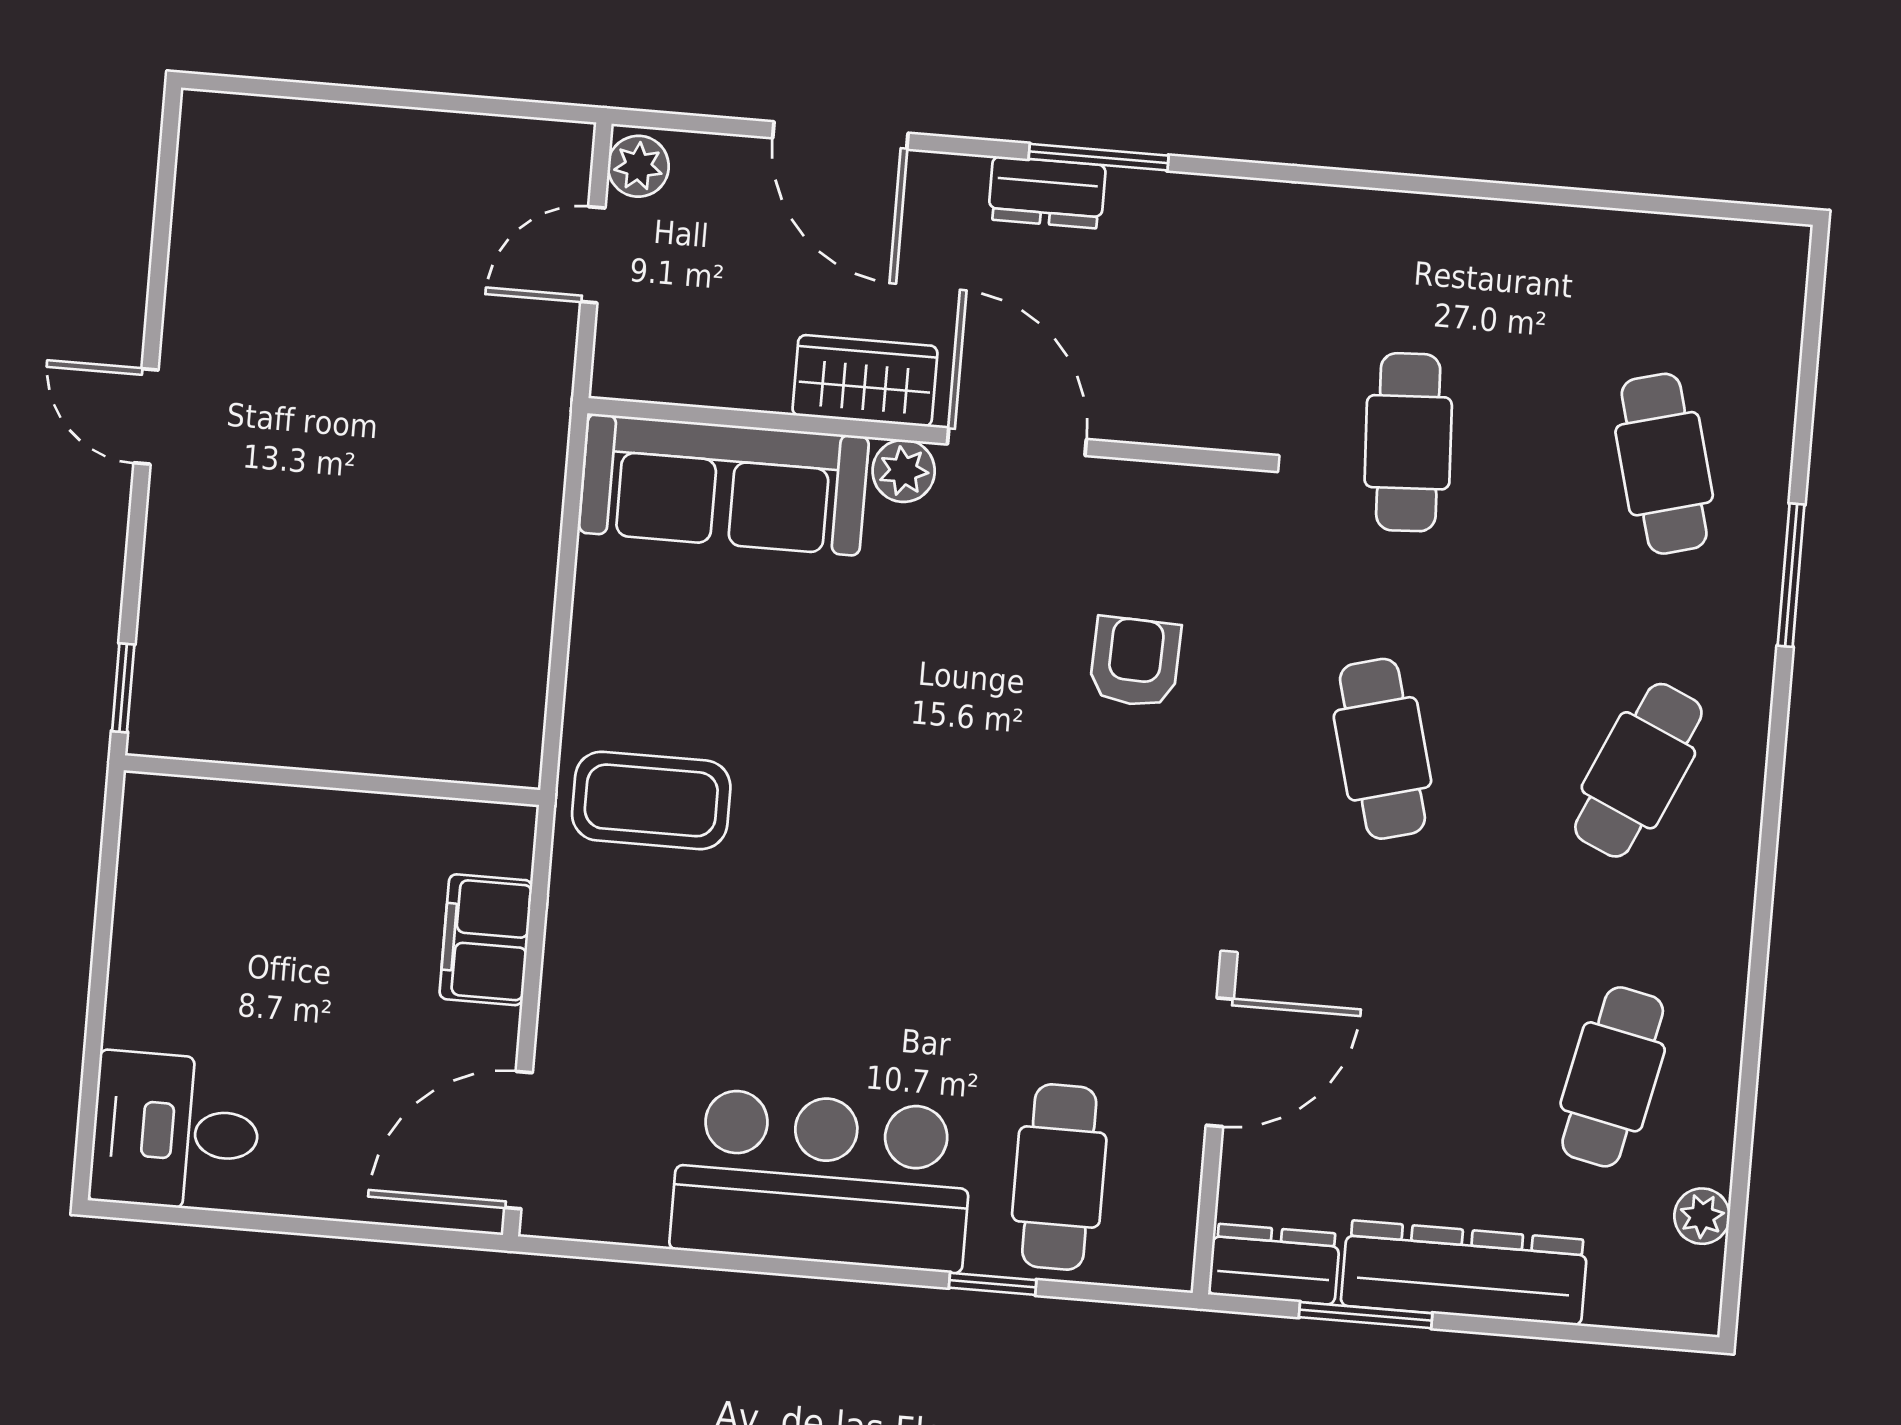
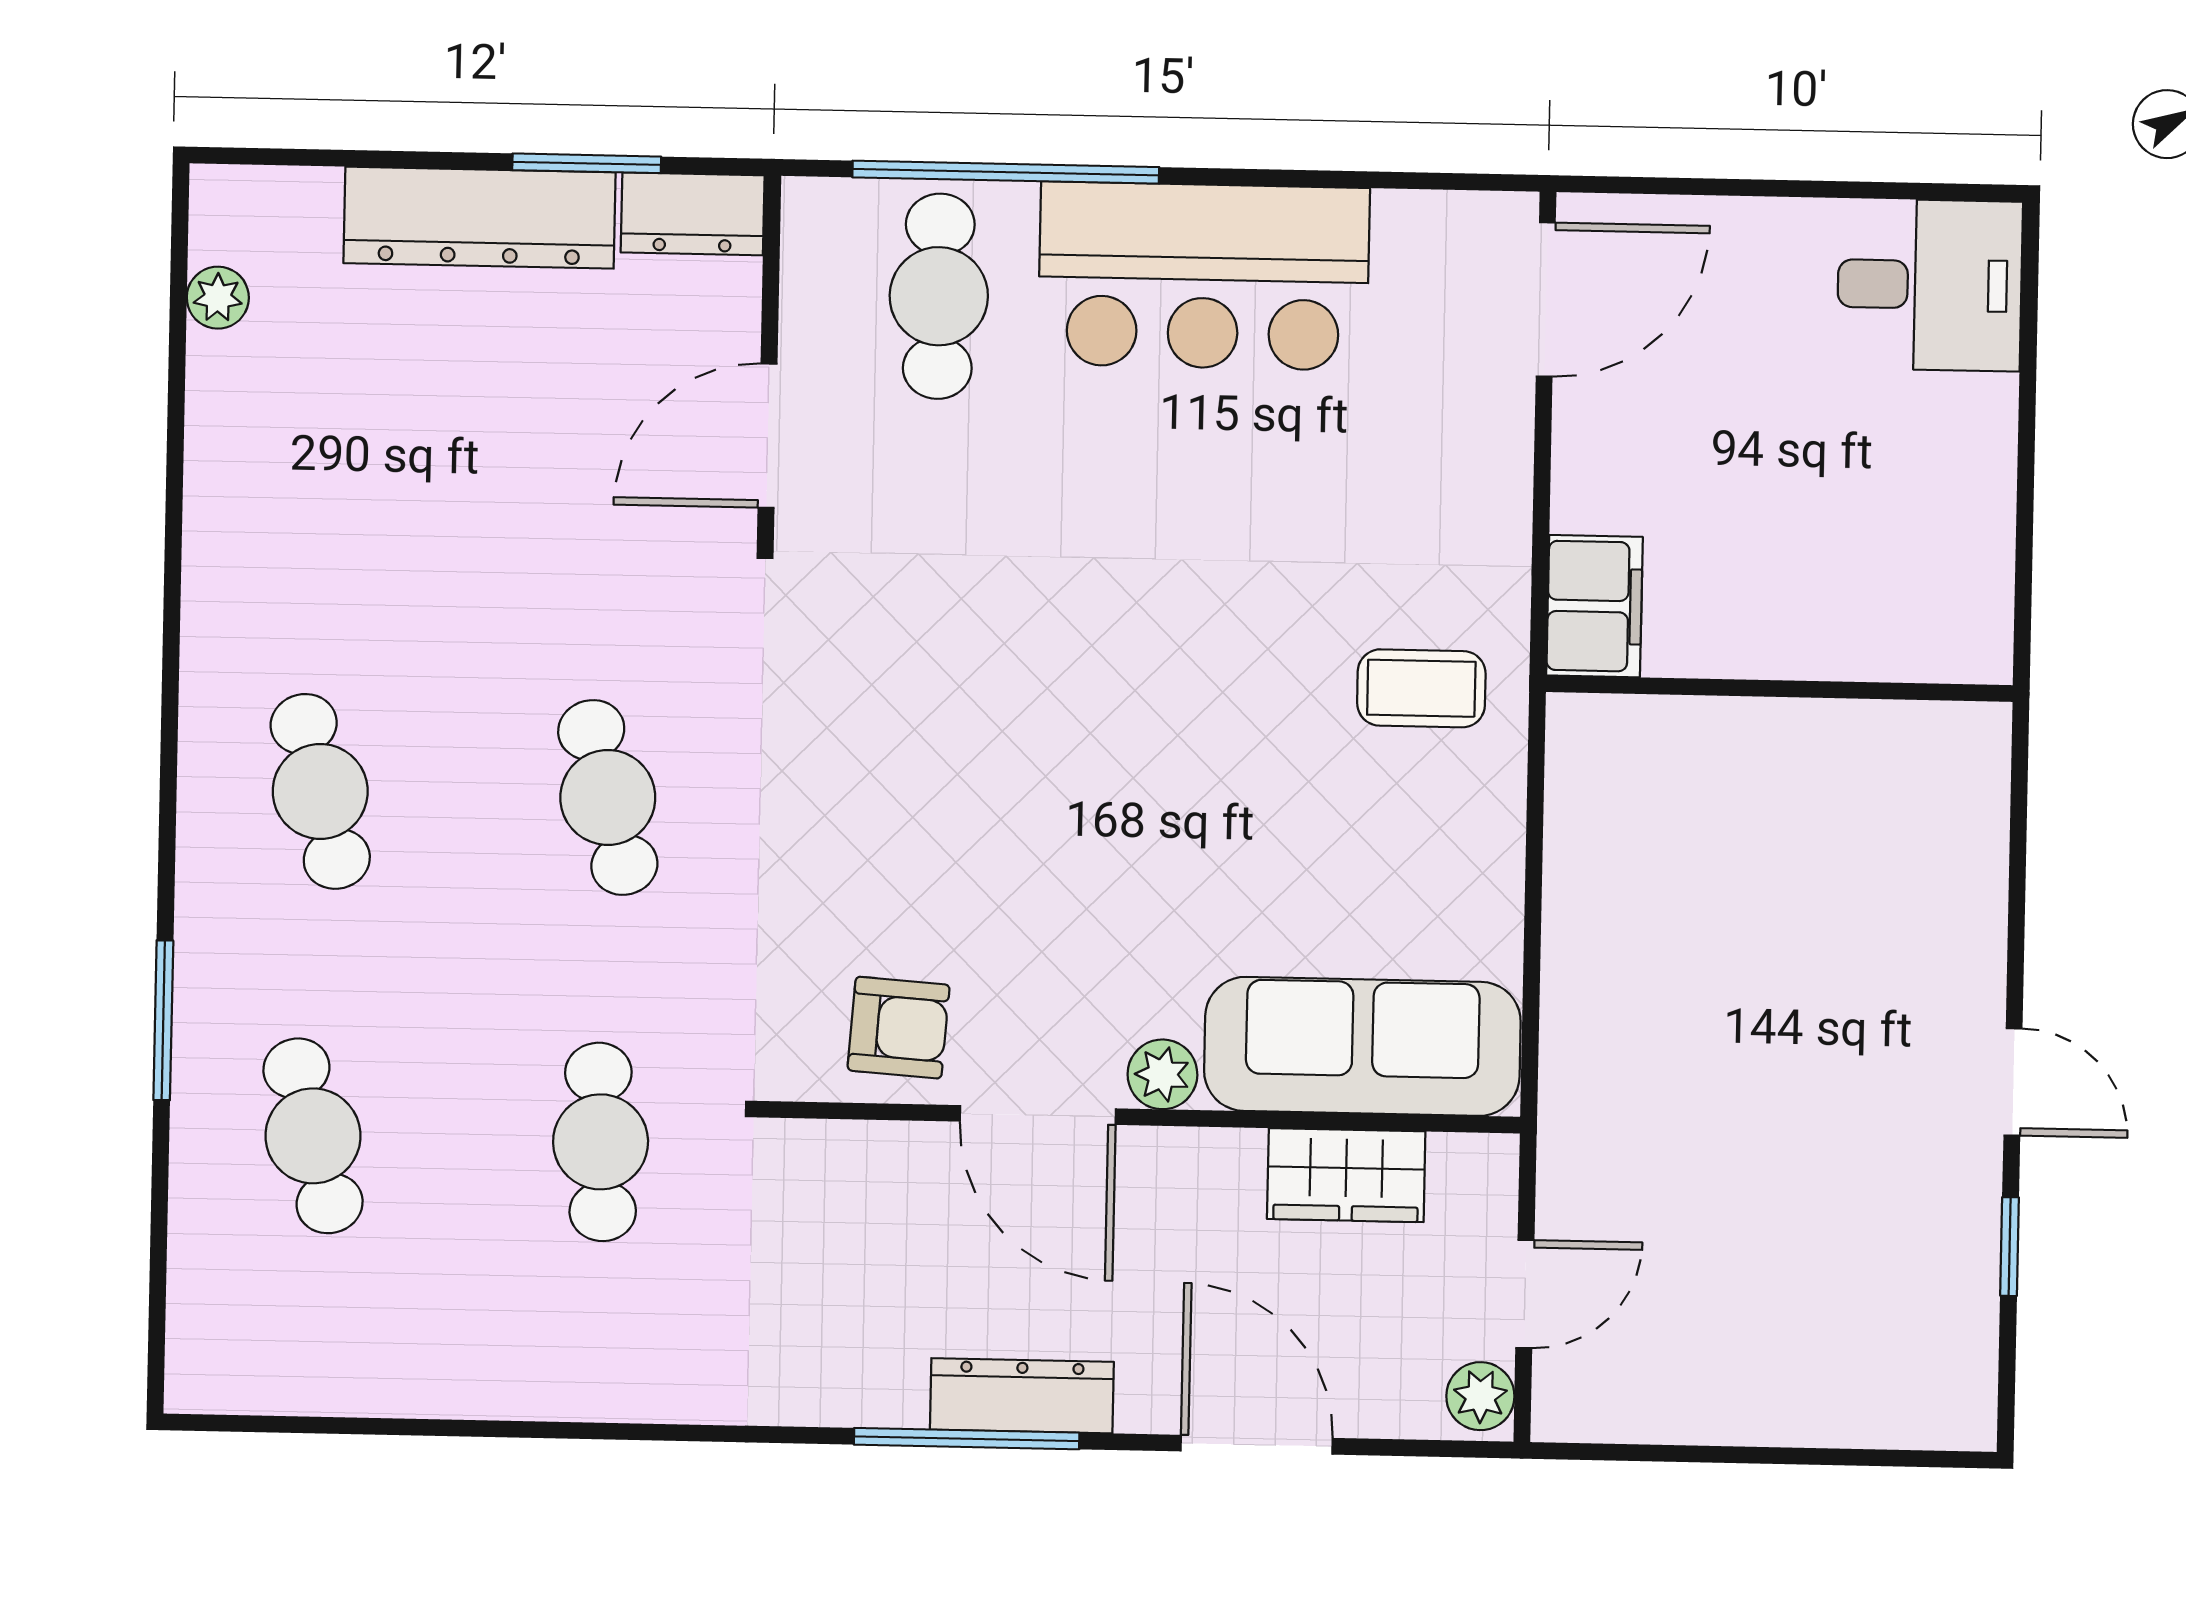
window: (1099, 157) -> (967, 1439), width x1.44
dresser: (1047, 192) -> (1022, 1396), width x1.44
wardrobe: (865, 381) -> (1346, 1175), moved
armchair: (1135, 662) -> (899, 1028), moved, turned -88
window: (123, 688) -> (2010, 1247), moved
cafe table: (1638, 770) -> (320, 791), turned -39
coffee table: (651, 800) -> (1421, 688), width x0.73, depth x0.77
filing cabinet: (486, 940) -> (1595, 606), moved
cafe table: (1613, 1077) -> (327, 447), removed
window: (993, 1284) -> (1006, 172), width x3.17

